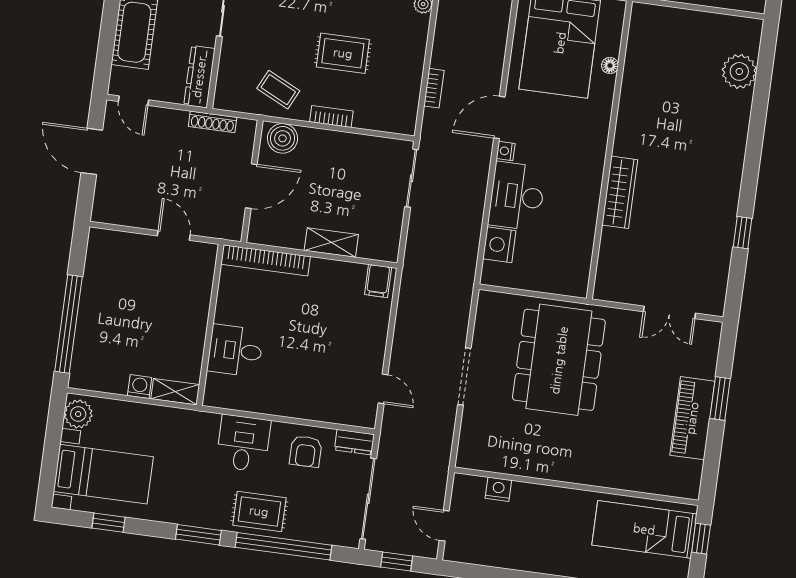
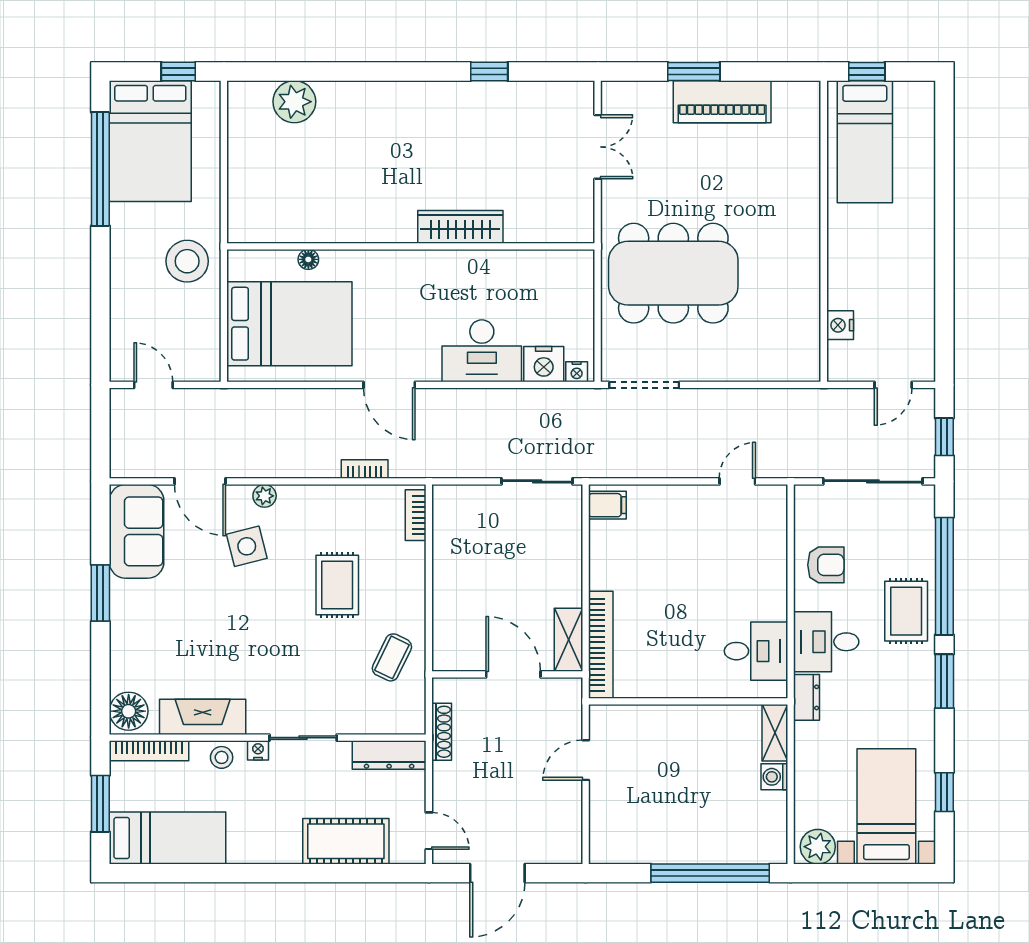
door: (134, 101) -> (429, 831), hinge flipped
bookcase: (331, 116) -> (416, 515), moved
boiler: (283, 138) -> (450, 644), removed
nightstand: (506, 151) -> (577, 372), moved
sliding door: (412, 178) -> (537, 481), moved
shelving: (331, 243) -> (568, 640), moved
desk: (235, 350) -> (756, 651), moved, turned -90
doorway: (464, 376) -> (644, 385), moved
dresser: (354, 442) -> (807, 697), moved

